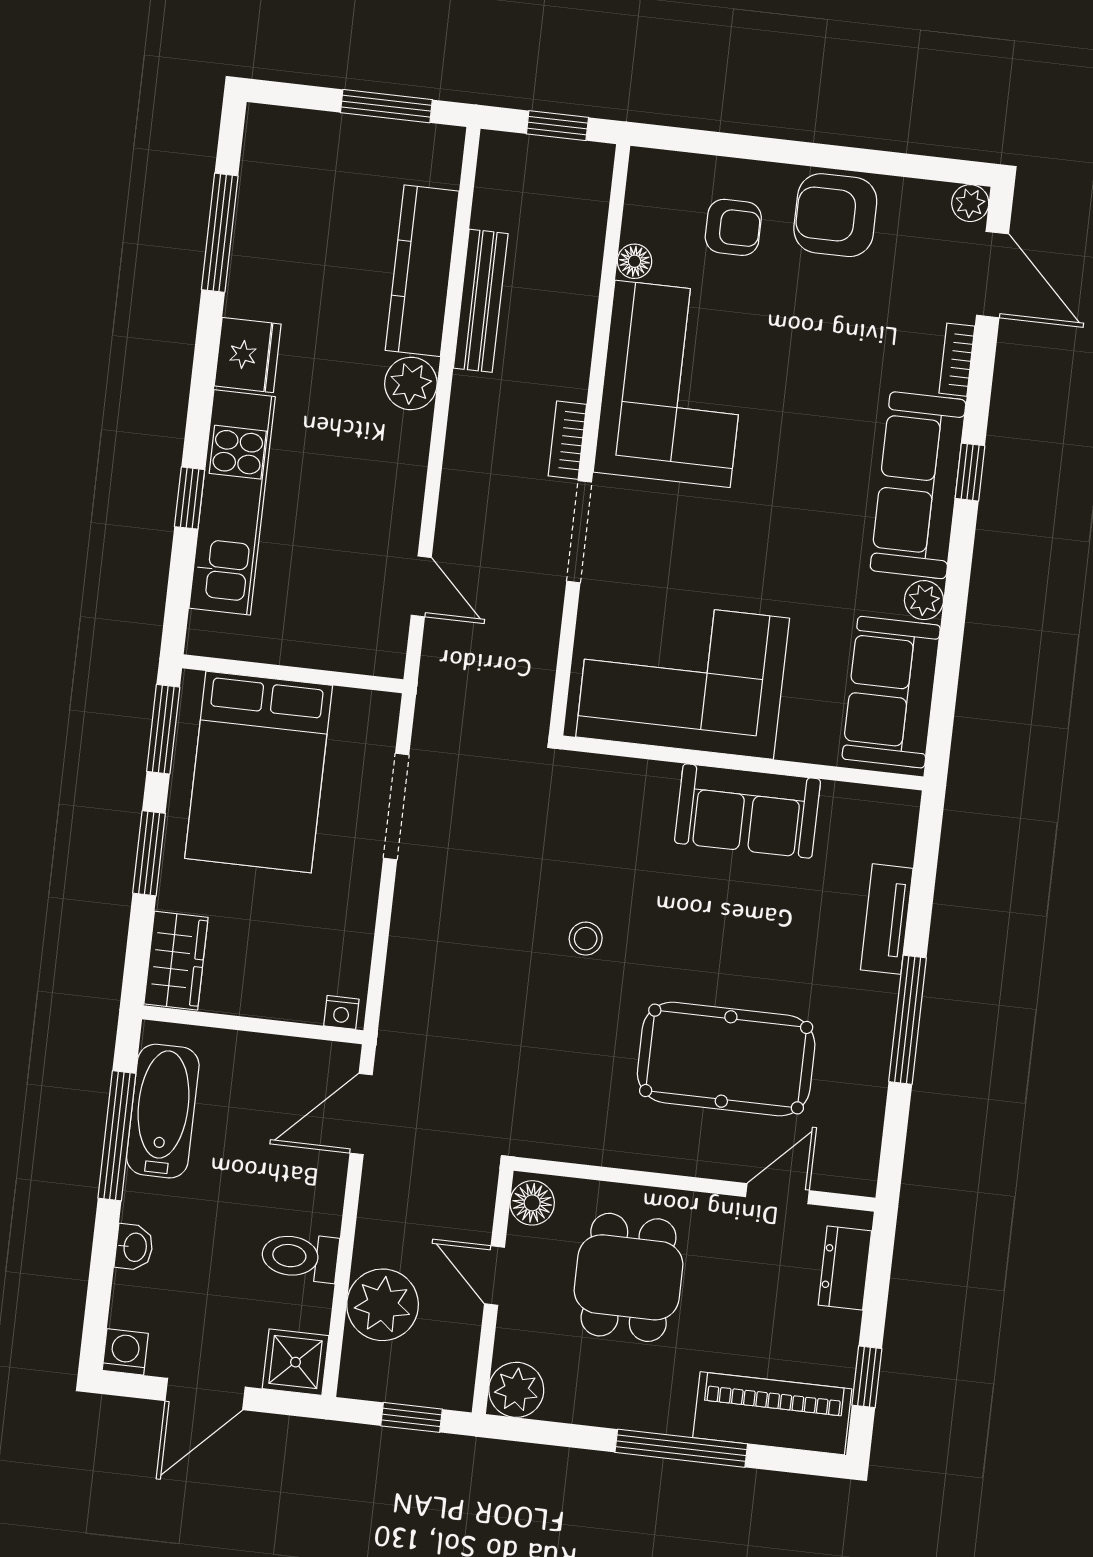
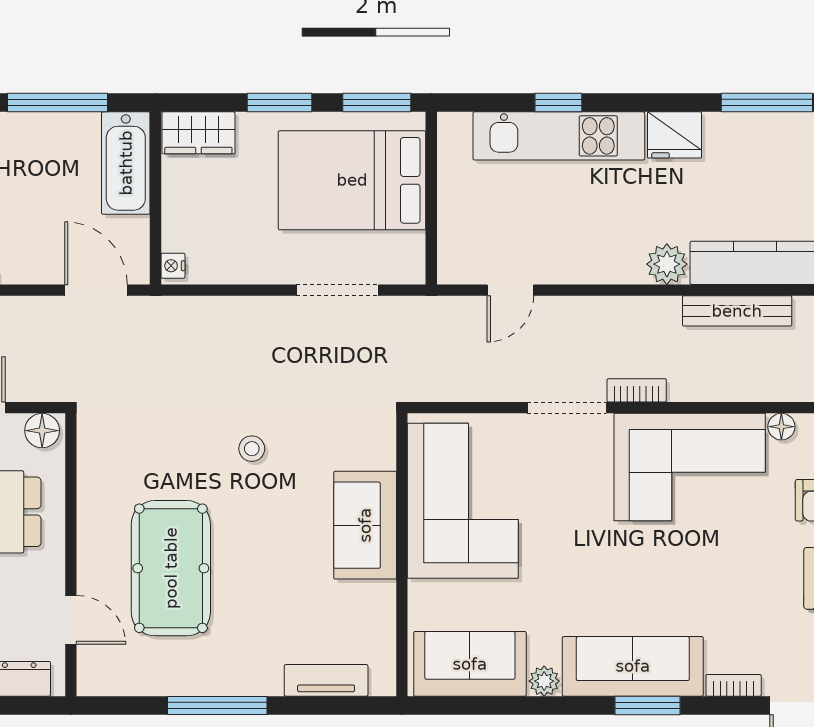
window: (970, 472) -> (648, 705), width x1.50
sofa: (747, 811) -> (365, 525), moved
tv unit: (887, 919) -> (326, 680), moved
bathtub: (163, 1111) -> (126, 163), moved, turned 90

